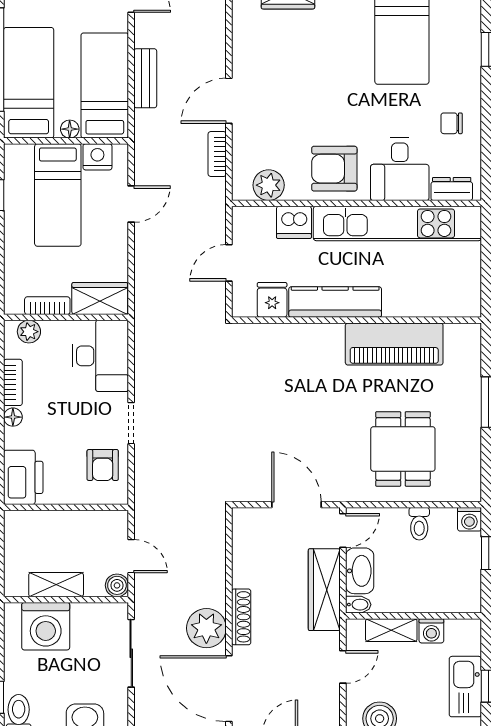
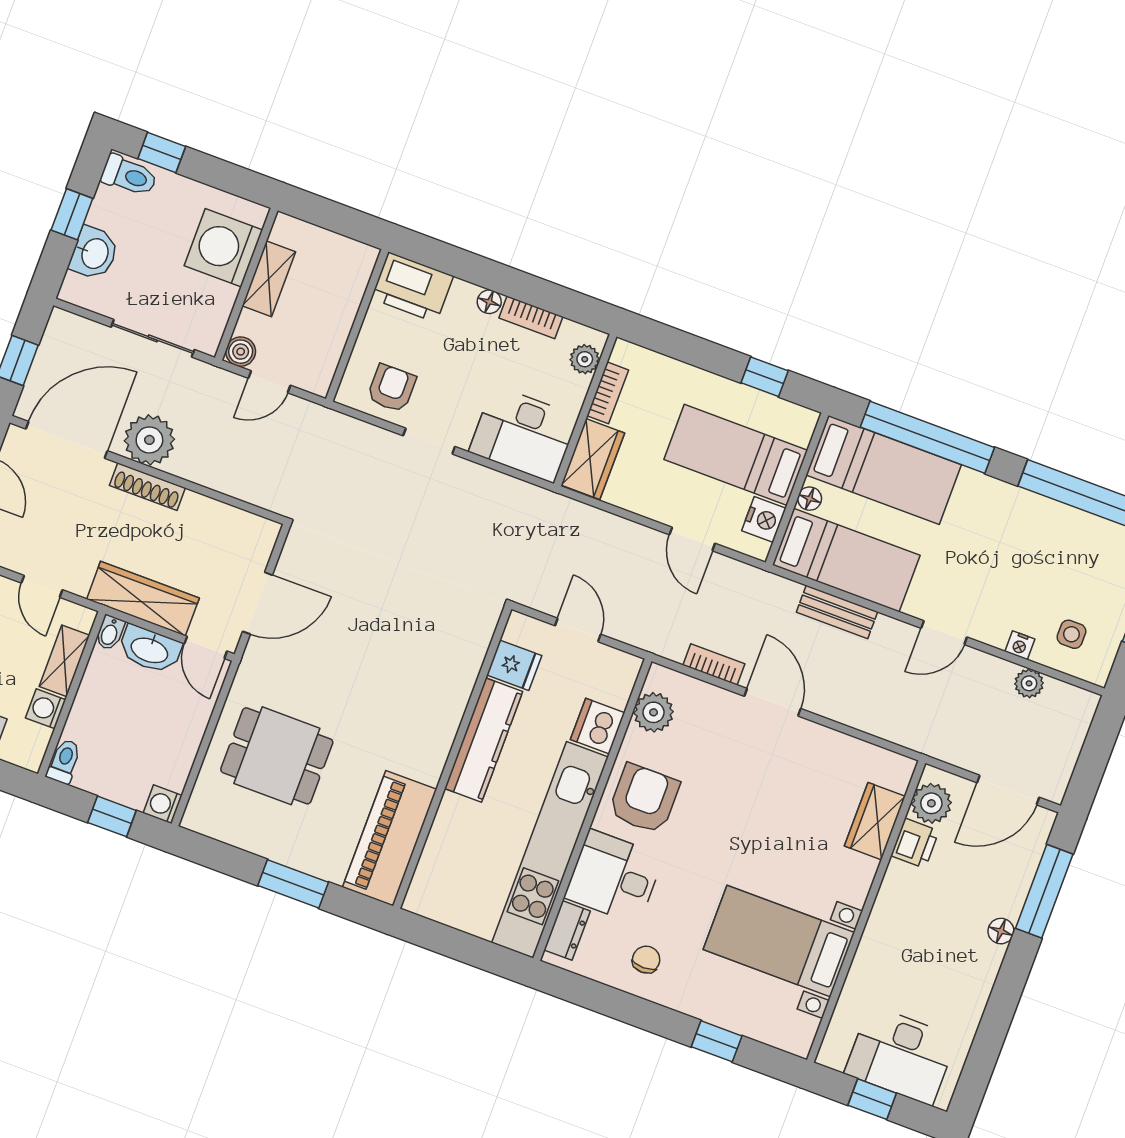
piano: (394, 344) -> (390, 838), moved
armchair: (103, 465) -> (392, 388), turned 90
toilet: (419, 524) -> (64, 761), moved, turned 90

